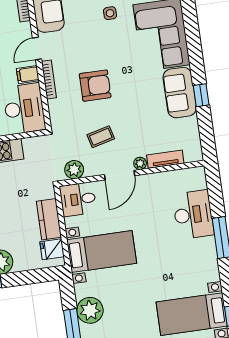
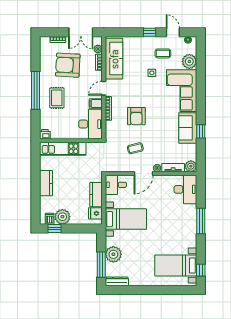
armchair: (95, 86) -> (136, 116), turned 90
plant: (74, 170) -> (191, 166), moved
desk: (193, 215) -> (185, 189), moved

